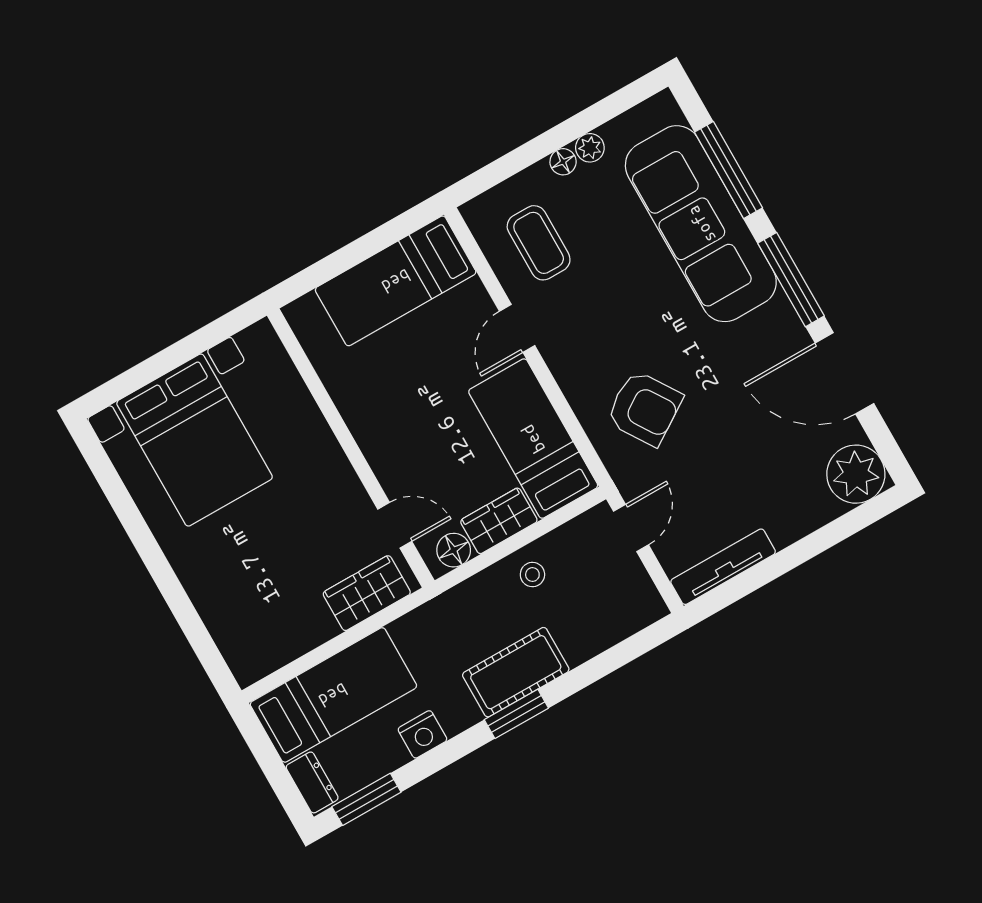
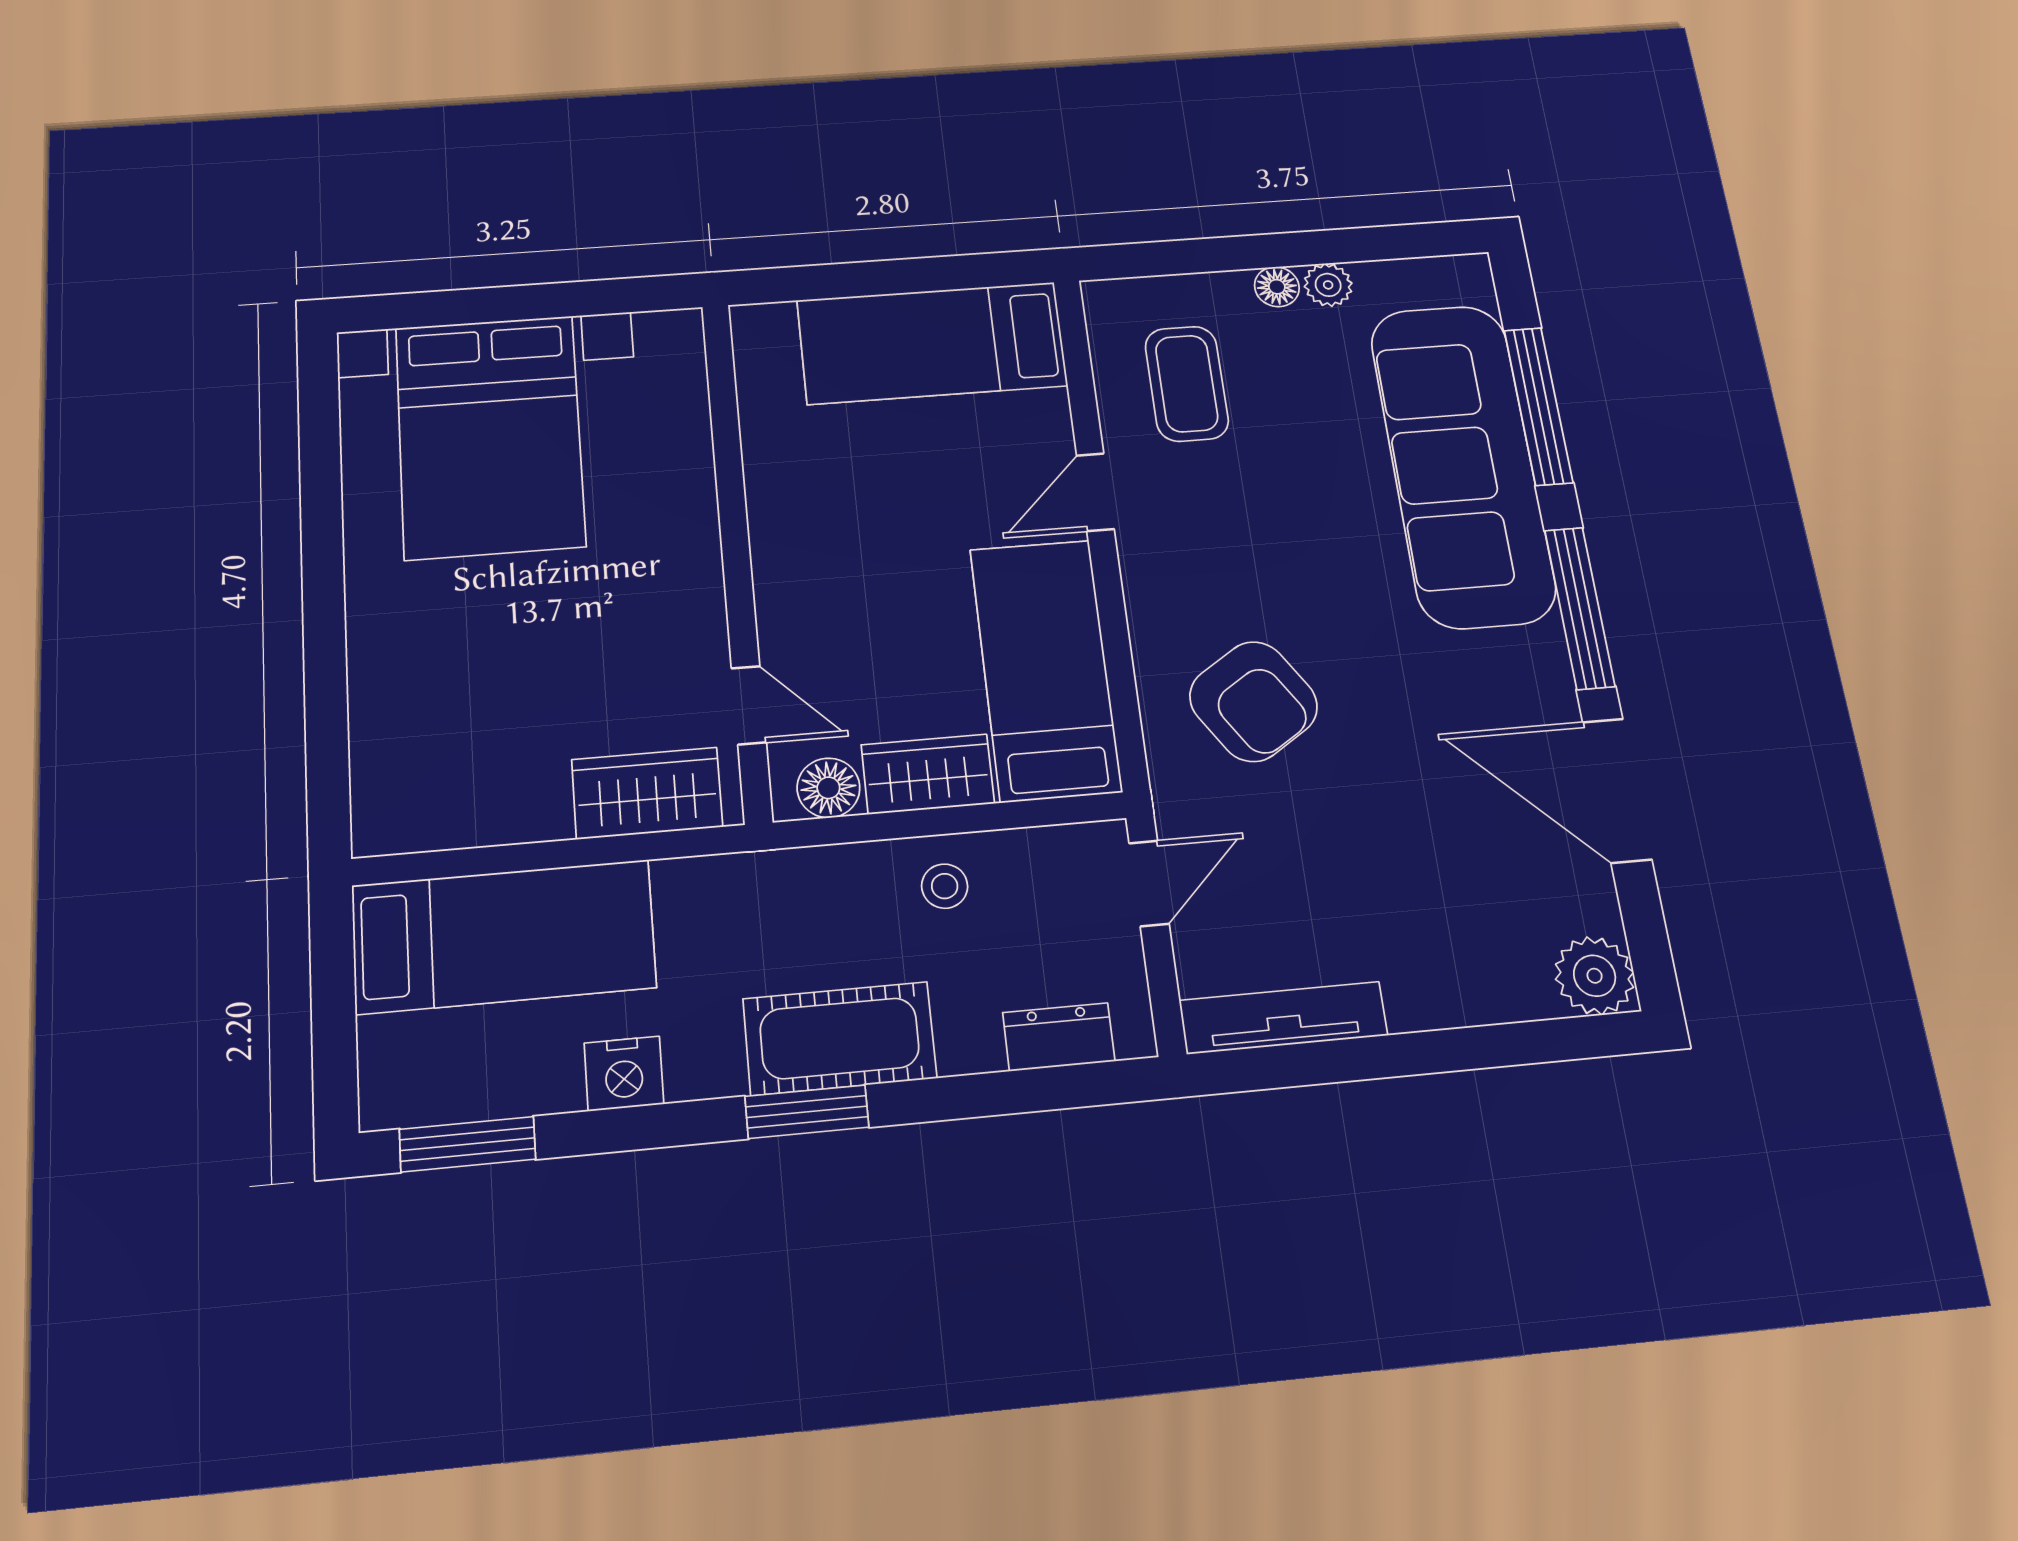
plant: (856, 474) -> (1595, 976), width x0.73, depth x0.73
dresser: (312, 782) -> (1059, 1037), moved, turned -90

